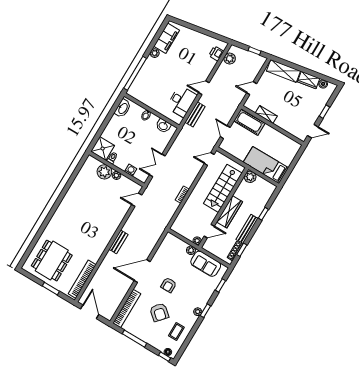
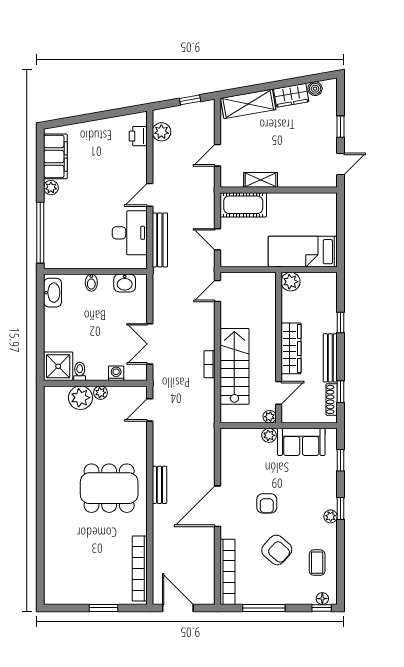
bench: (195, 114) -> (160, 240), width x1.36
stairs: (223, 188) -> (234, 366), moved, turned 180
dining table: (52, 261) -> (109, 488), moved, turned 90

